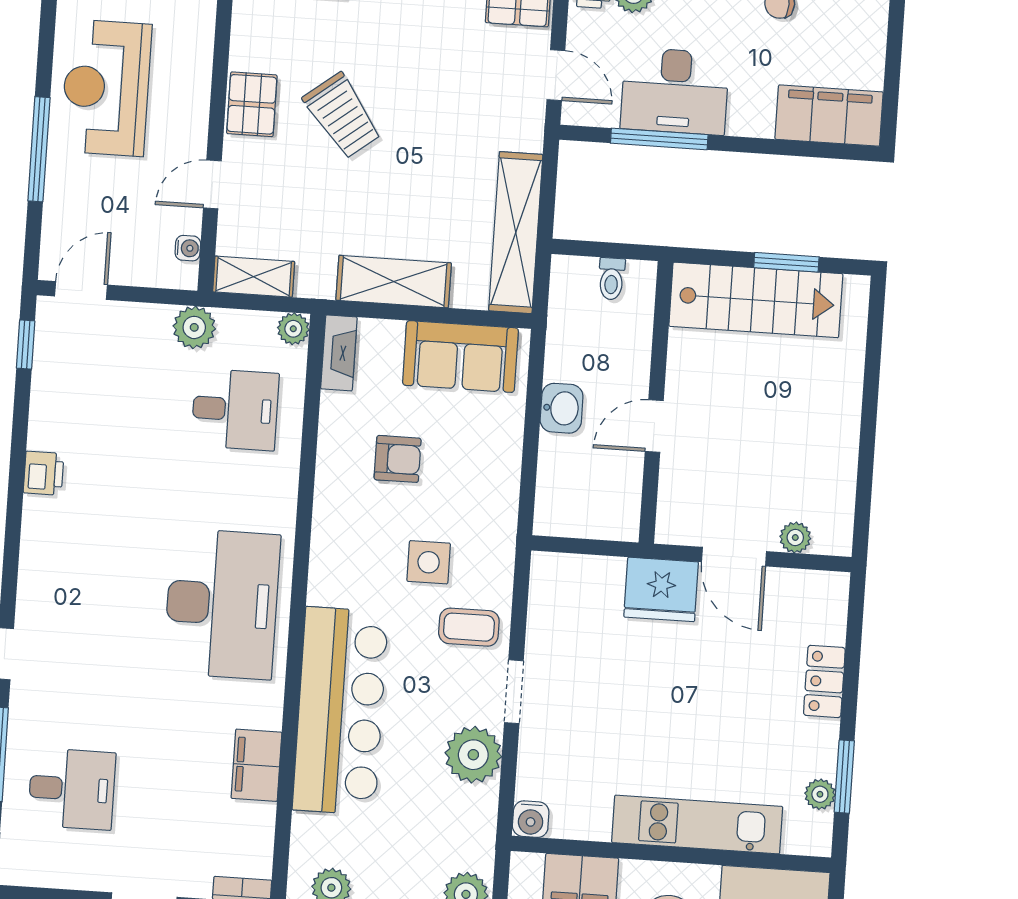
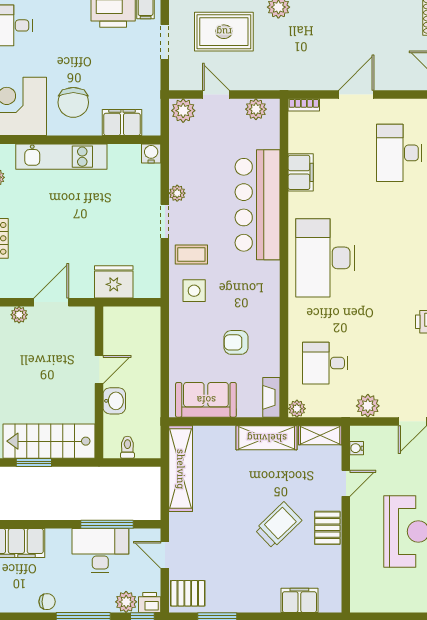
trolley: (342, 116) -> (278, 525), turned 84
shelving: (394, 282) -> (267, 438), moved
plant: (194, 327) -> (368, 406), moved
washbasin: (562, 408) -> (114, 401), moved, turned 180
door: (734, 557) -> (51, 302), hinge flipped
side table: (429, 562) -> (194, 291), moved
fridge: (661, 589) -> (114, 282), moved
plant: (473, 755) -> (177, 193), width x0.53, depth x0.53
desk: (72, 789) -> (399, 153), width x1.37

